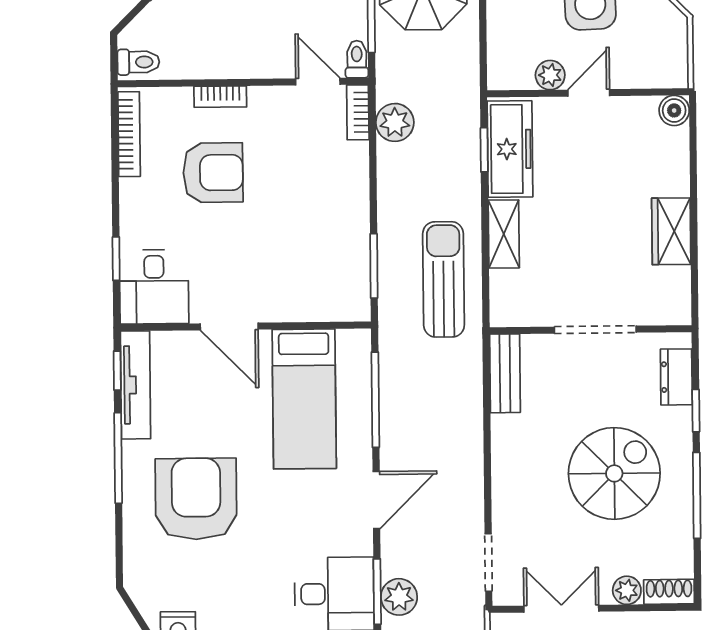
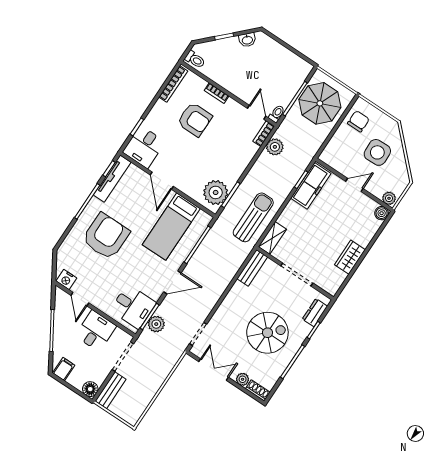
plant: (550, 75) -> (389, 198), moved
shelving: (504, 234) -> (272, 238), moved
plant: (343, 281) -> (216, 192), added

